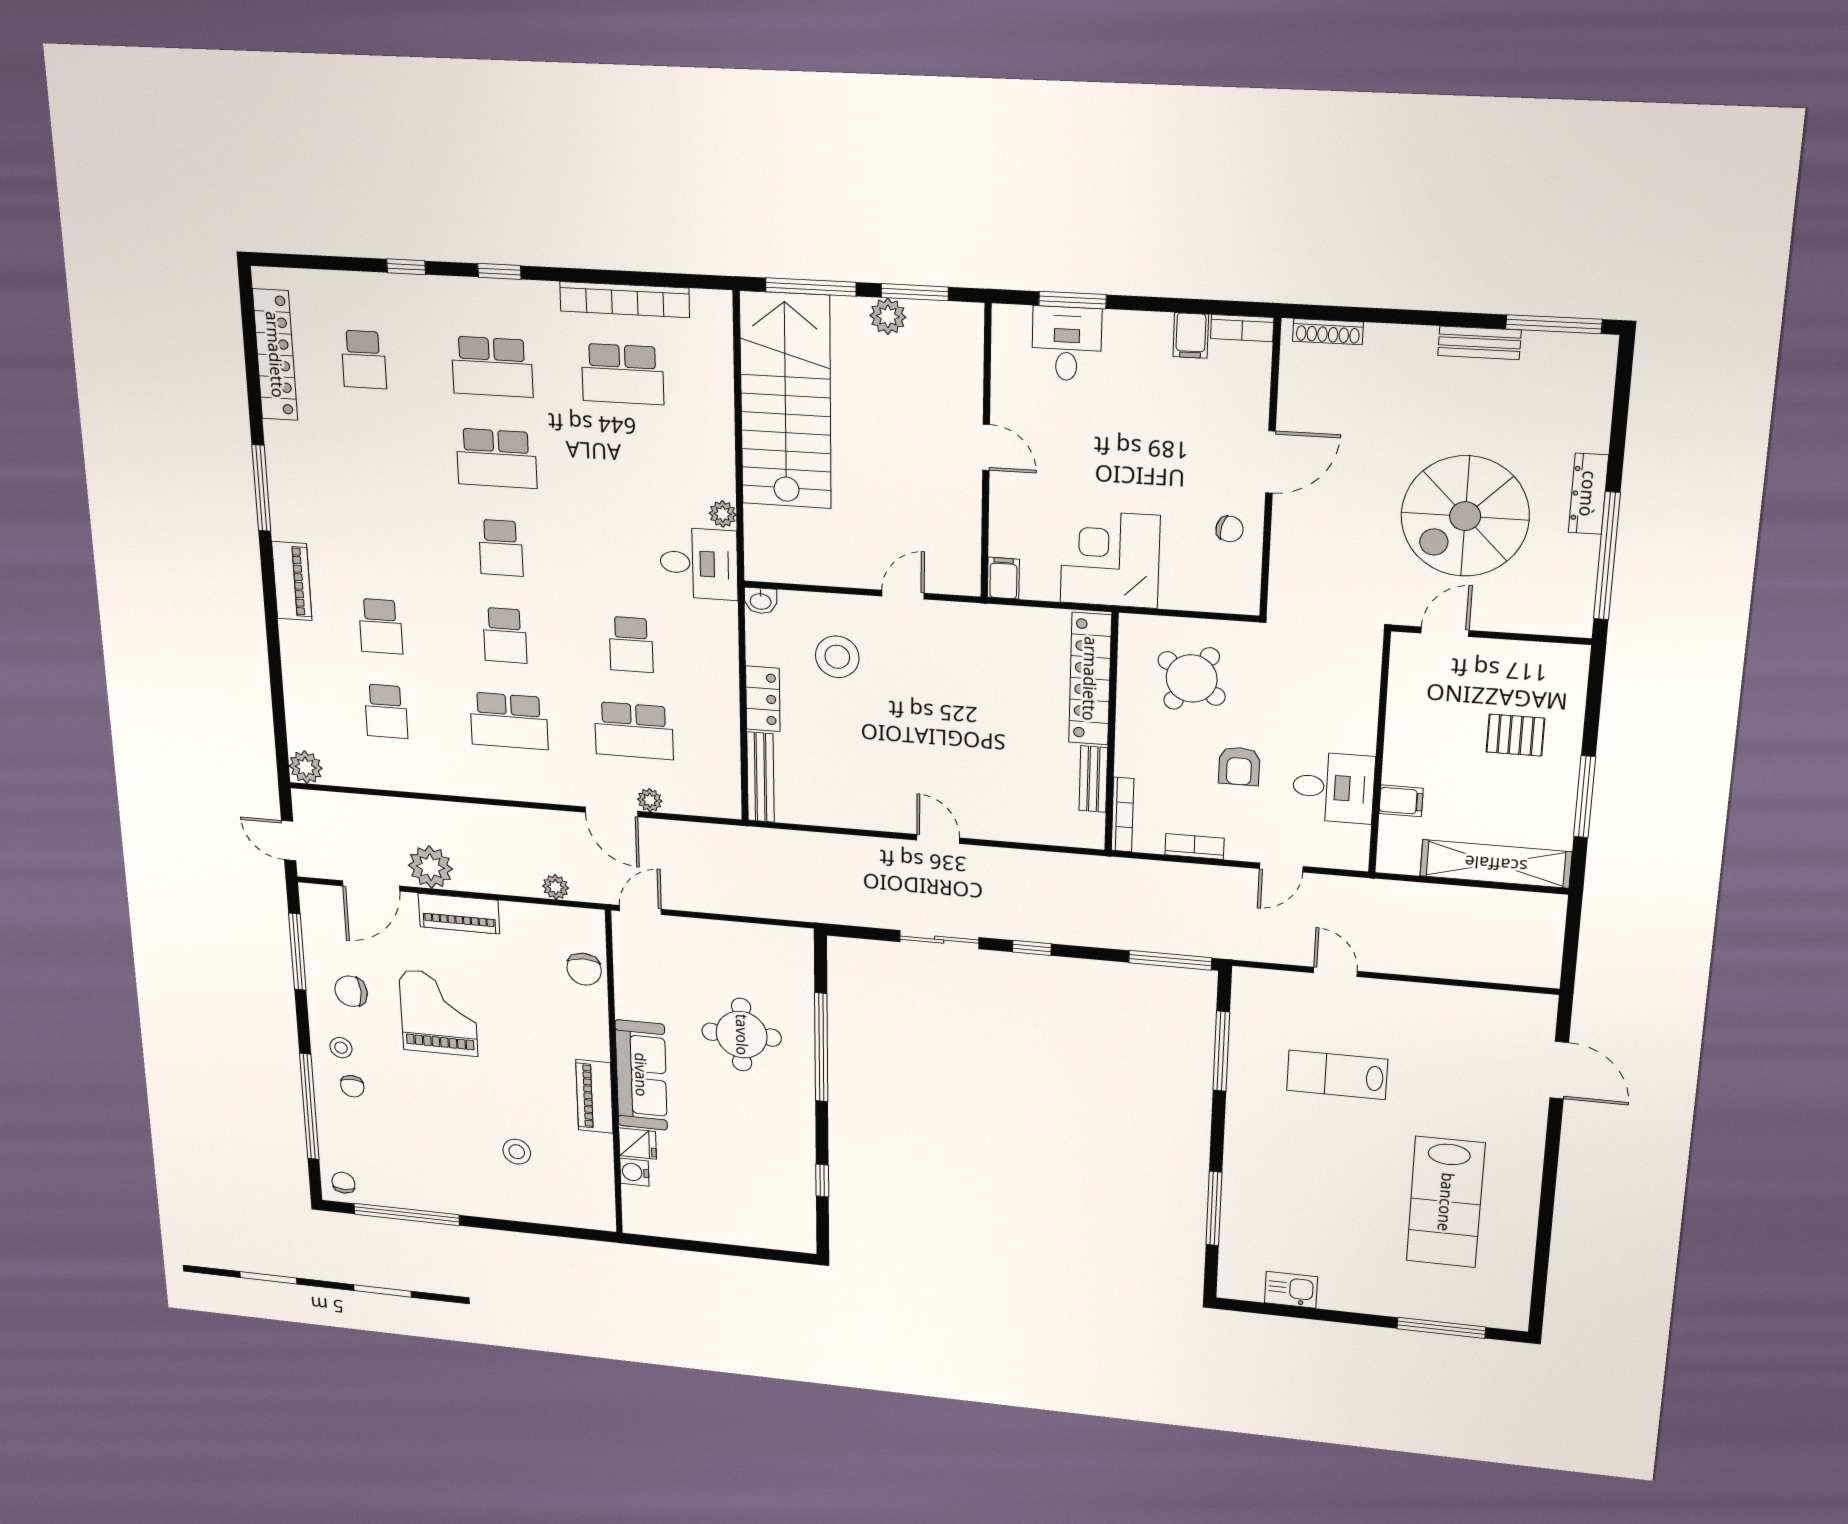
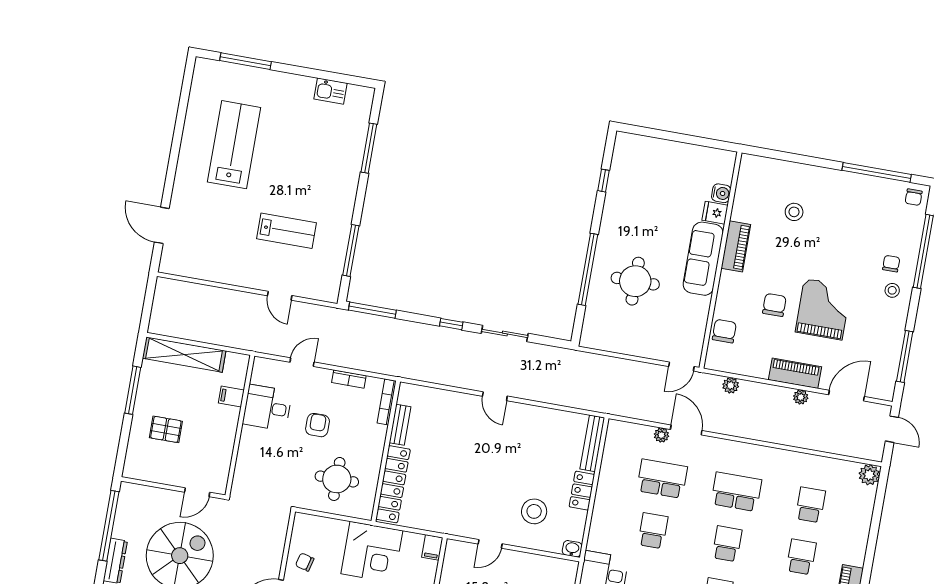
round table: (1192, 678) -> (337, 479), turned -35
plant: (430, 867) -> (801, 397), width x0.53, depth x0.53
chair: (351, 991) -> (774, 305), moved, turned -88
grand piano: (438, 1013) -> (823, 309), turned 180

